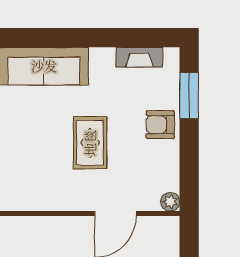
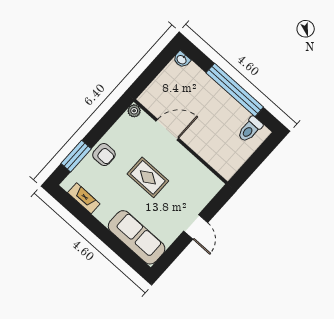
rug: (90, 143) -> (148, 177), turned 90

